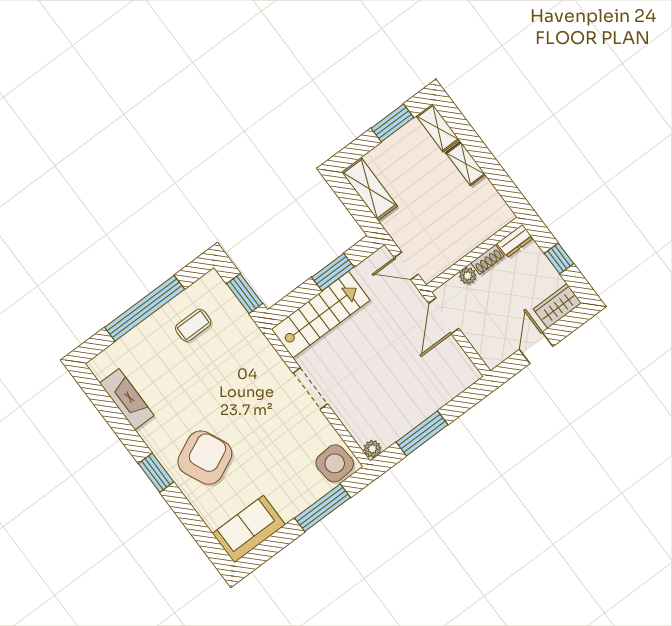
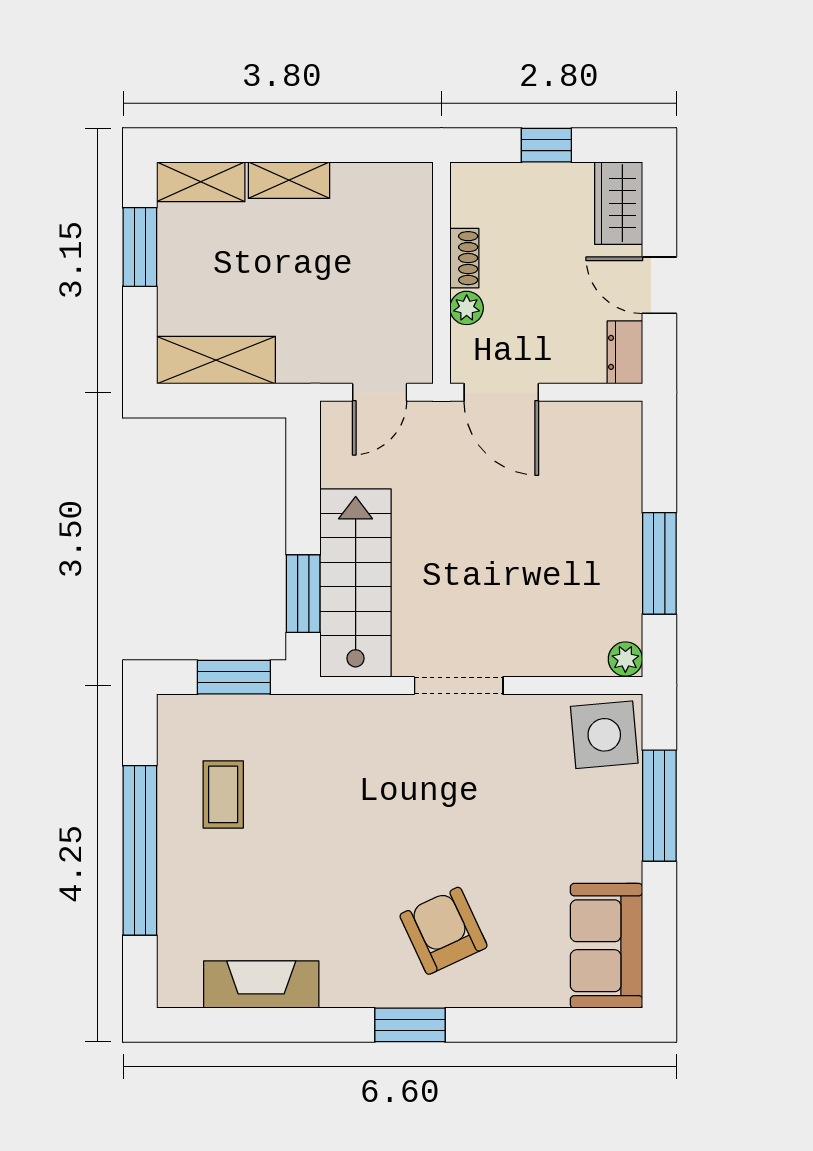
dresser: (515, 241) -> (625, 352), moved, turned 180
window: (333, 272) -> (303, 594), moved
armchair: (205, 458) -> (443, 931), width x0.73, depth x0.73

